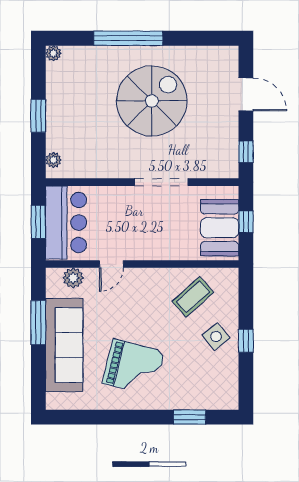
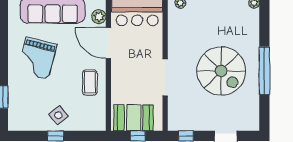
window: (128, 38) -> (264, 71), moved
door: (111, 264) -> (108, 43), width x1.88
coffee table: (193, 297) -> (90, 82), moved, turned 42

